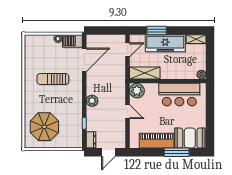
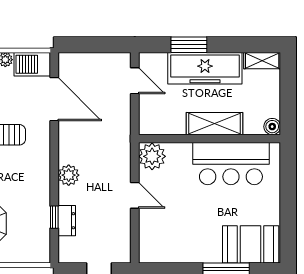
door: (128, 50) -> (135, 81), hinge flipped
door: (84, 60) -> (54, 99), hinge flipped
shelving: (145, 73) -> (215, 124), moved
dresser: (91, 140) -> (67, 221), moved
piano: (157, 141) -> (189, 249), removed

